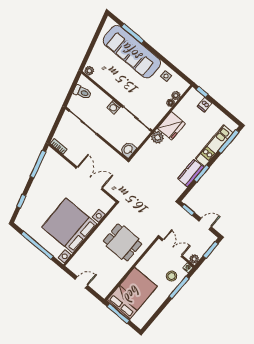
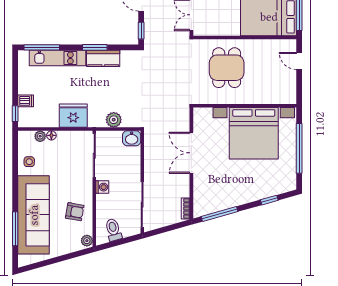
armchair: (113, 78) -> (75, 212), added
plant: (158, 137) -> (114, 120), moved
door: (81, 282) -> (299, 61), moved

